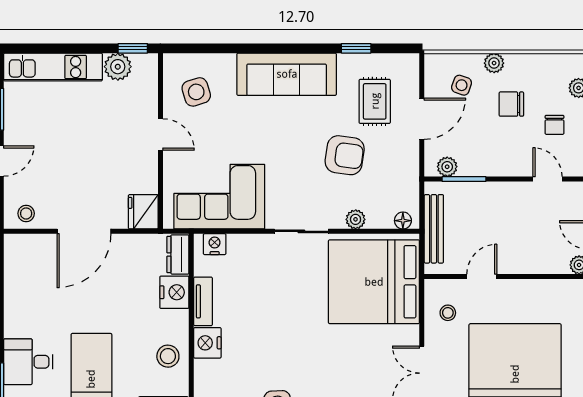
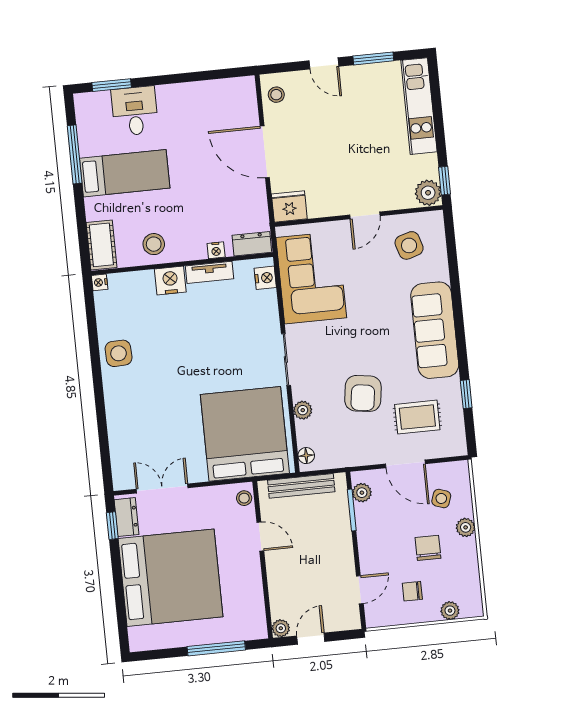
plant: (118, 67) -> (428, 193), moved
nightstand: (174, 292) -> (216, 250), width x0.53, depth x0.56
stool: (448, 313) -> (244, 498), moved

